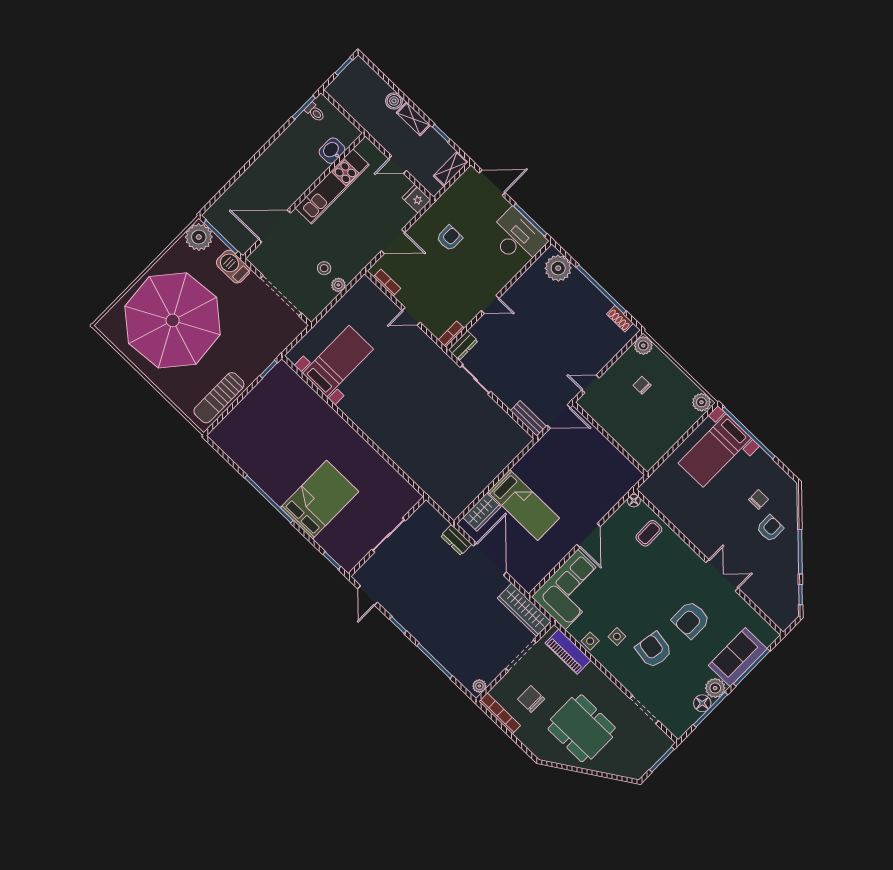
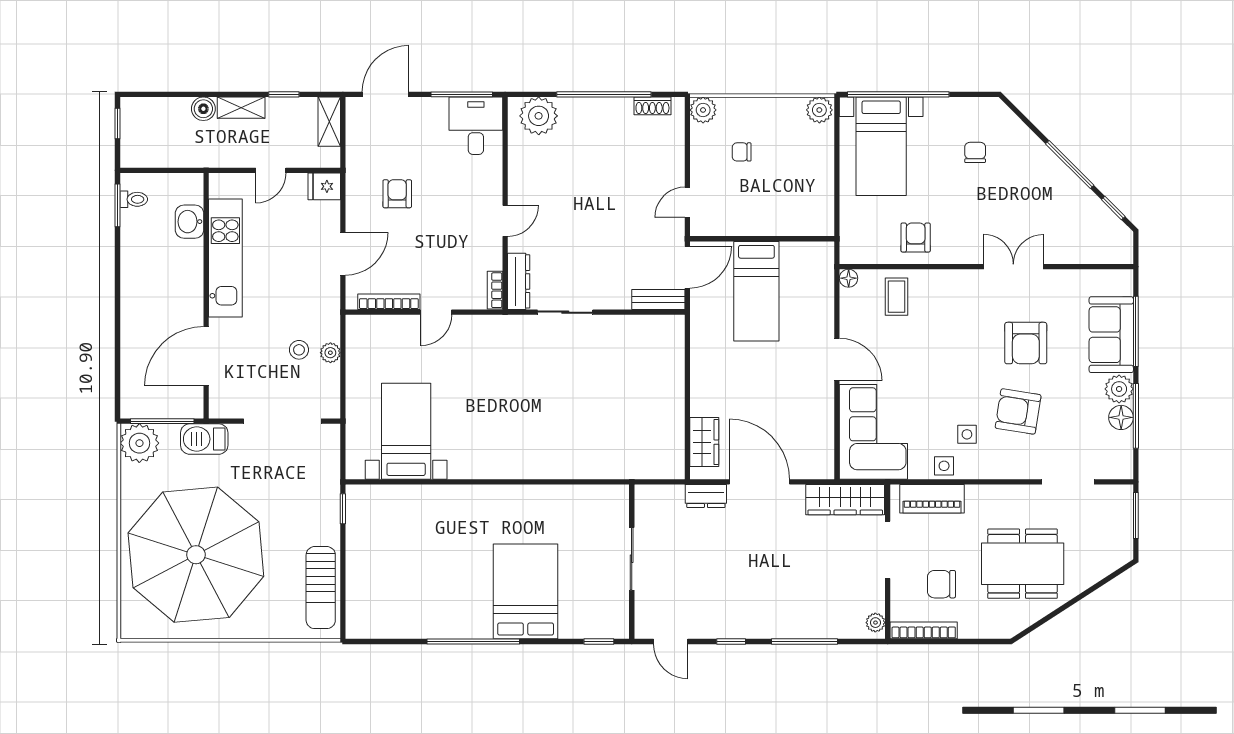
desk: (517, 238) -> (476, 126), width x0.73
bookcase: (387, 283) -> (389, 302), width x1.56
dresser: (463, 346) -> (519, 281), width x1.44
bed: (524, 505) -> (756, 291), moved, turned 90
armchair: (770, 528) -> (916, 238), moved

